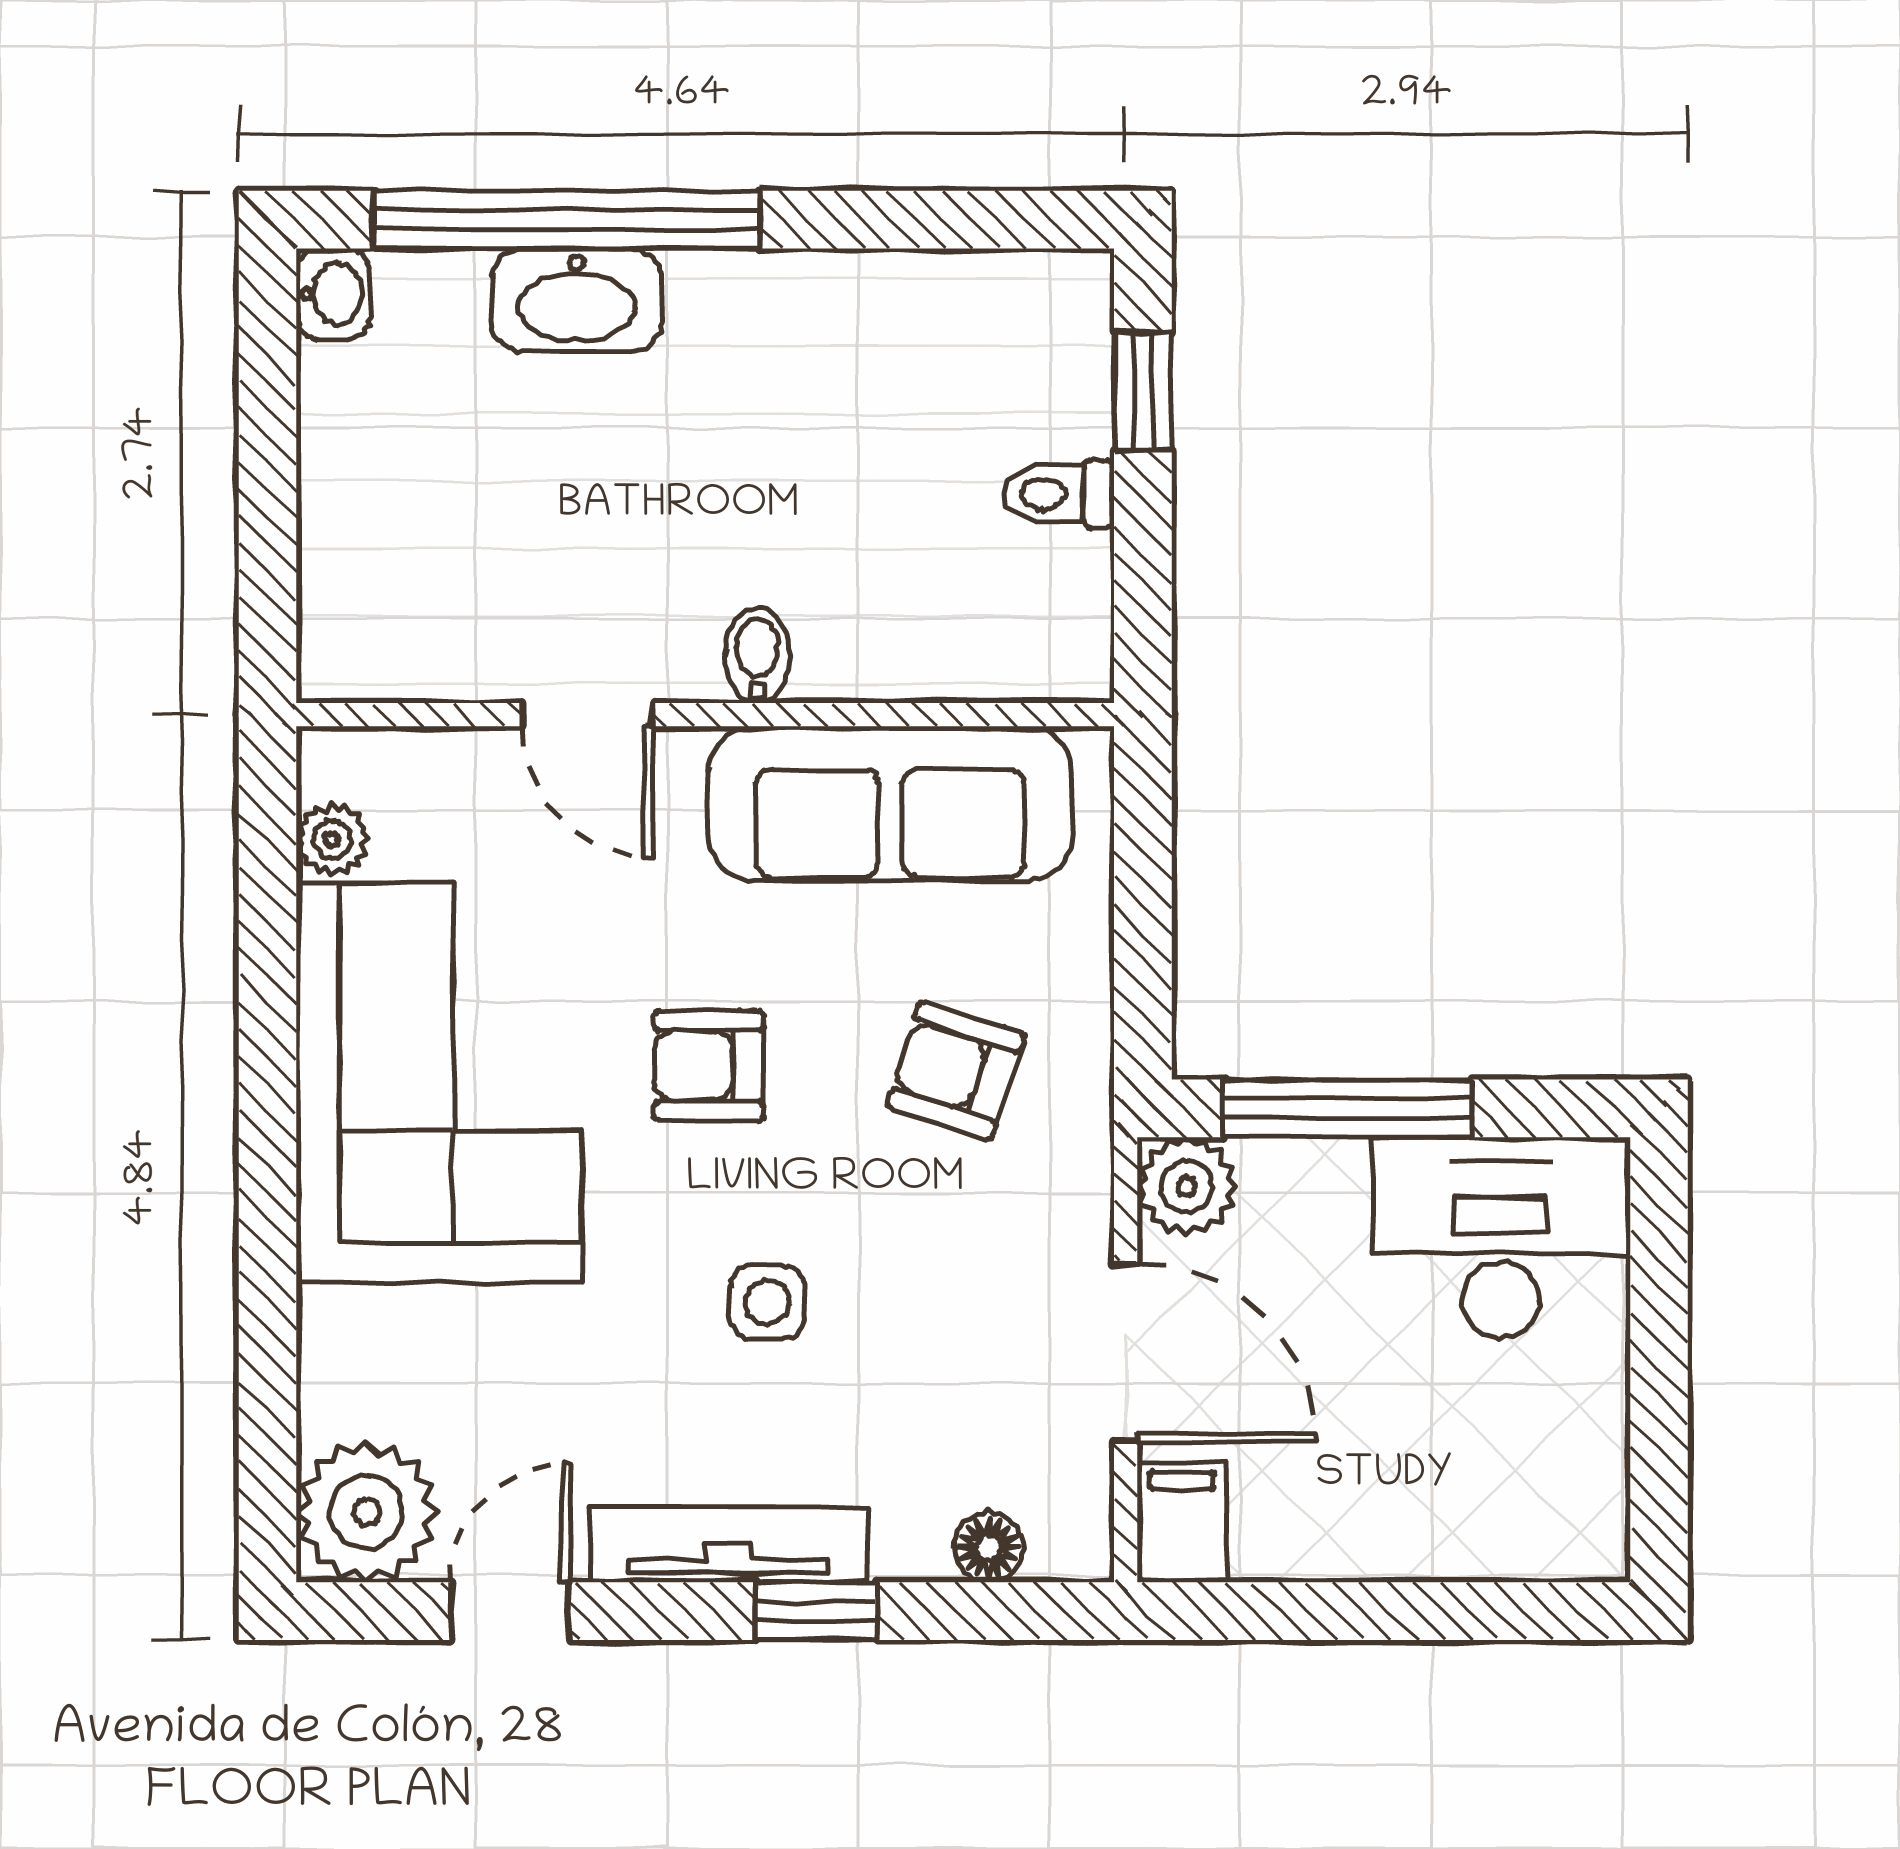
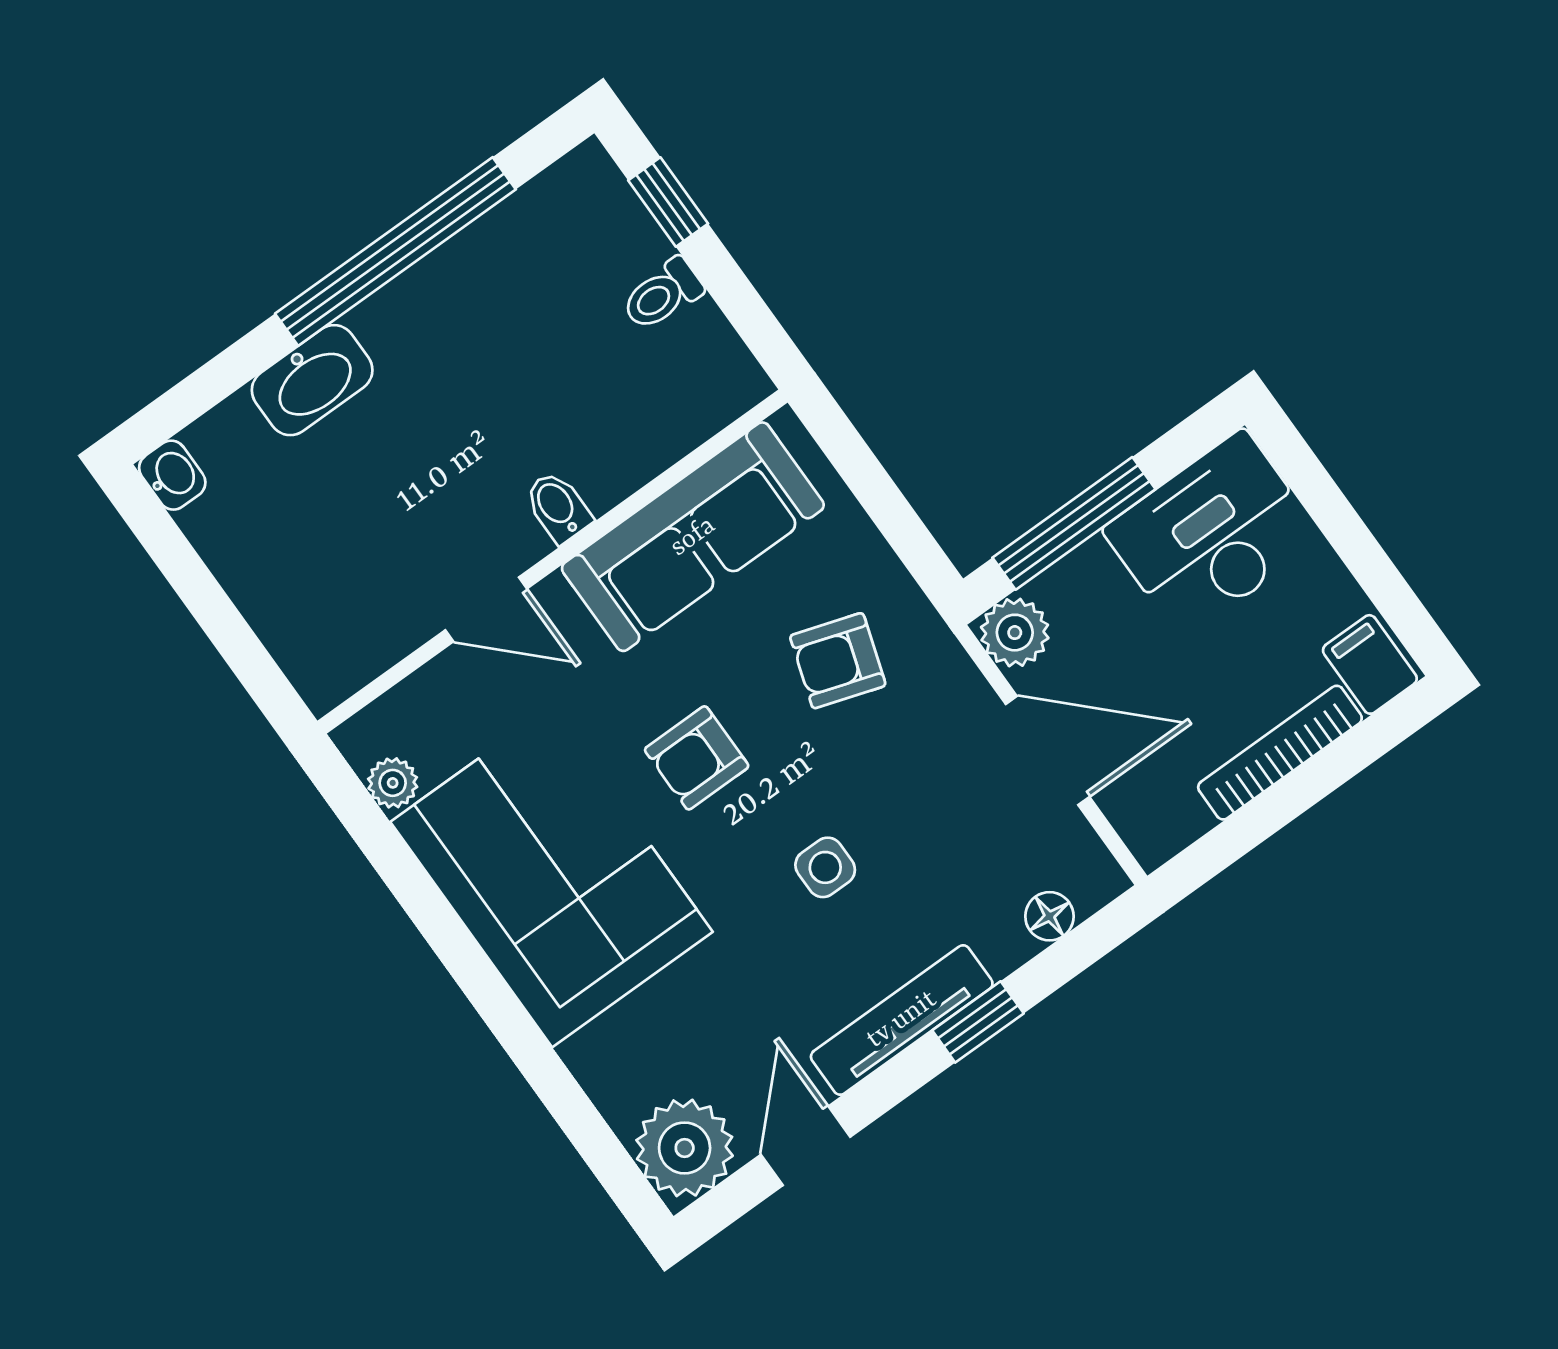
window: (567, 220) -> (395, 252), moved
filing cabinet: (1182, 1522) -> (1370, 664), moved
bookcase: (1396, 1550) -> (1280, 753), added

